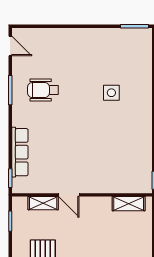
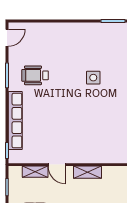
door: (10, 46) -> (7, 38), hinge flipped
row of seats: (20, 152) -> (15, 121), width x1.36
shelving: (129, 204) -> (87, 172), moved

